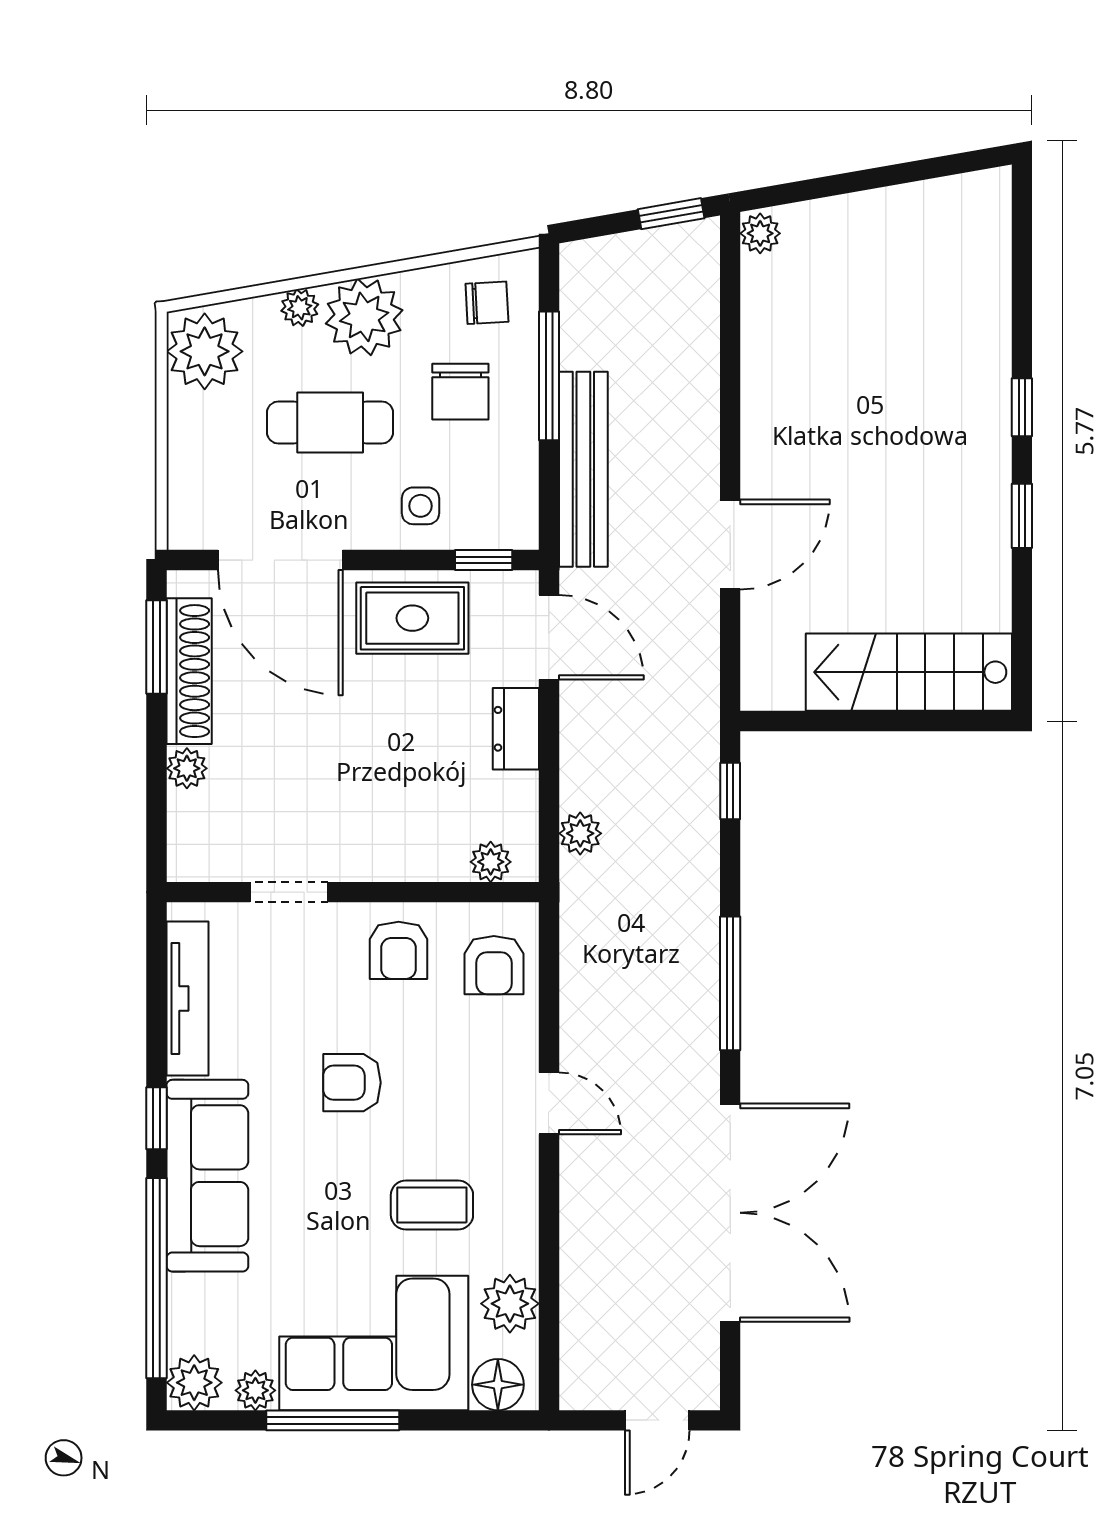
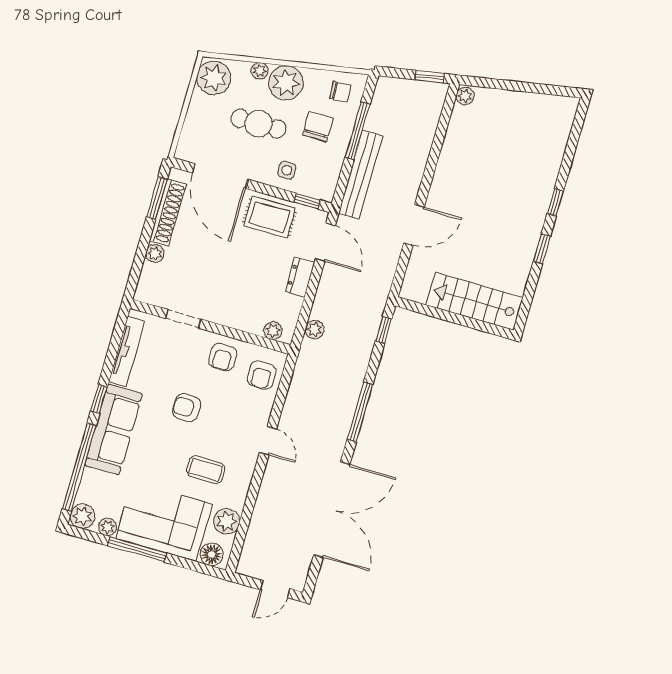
chair: (460, 392) -> (318, 127), turned 180

